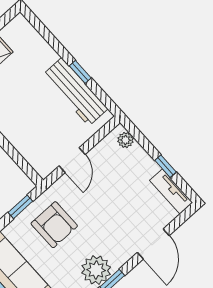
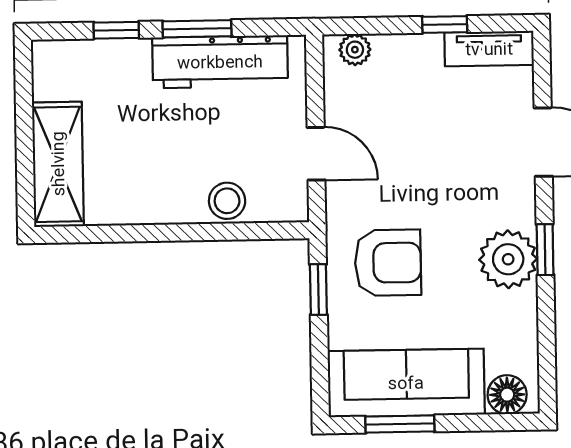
window: (52, 41) -> (116, 30), added
window: (80, 72) -> (197, 29), width x1.50
stool: (24, 142) -> (227, 201), added

